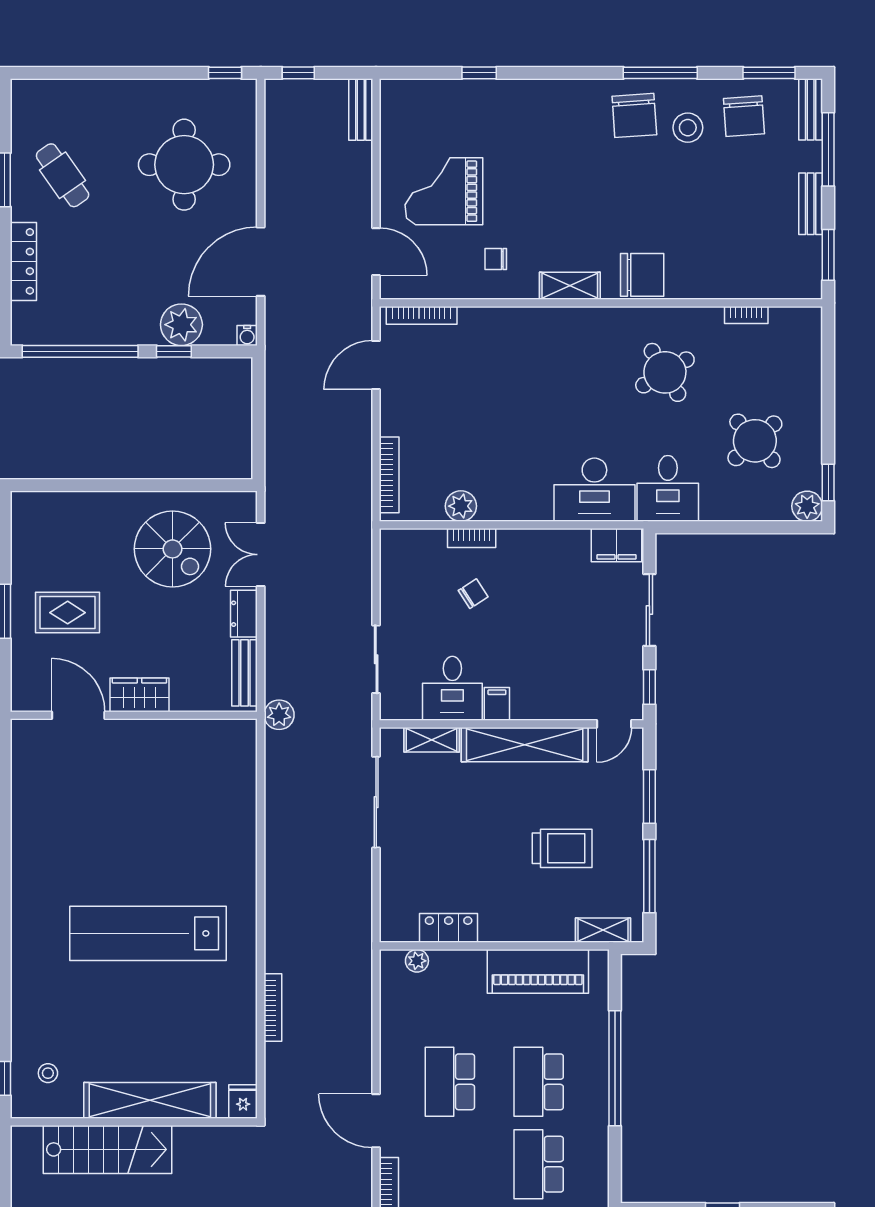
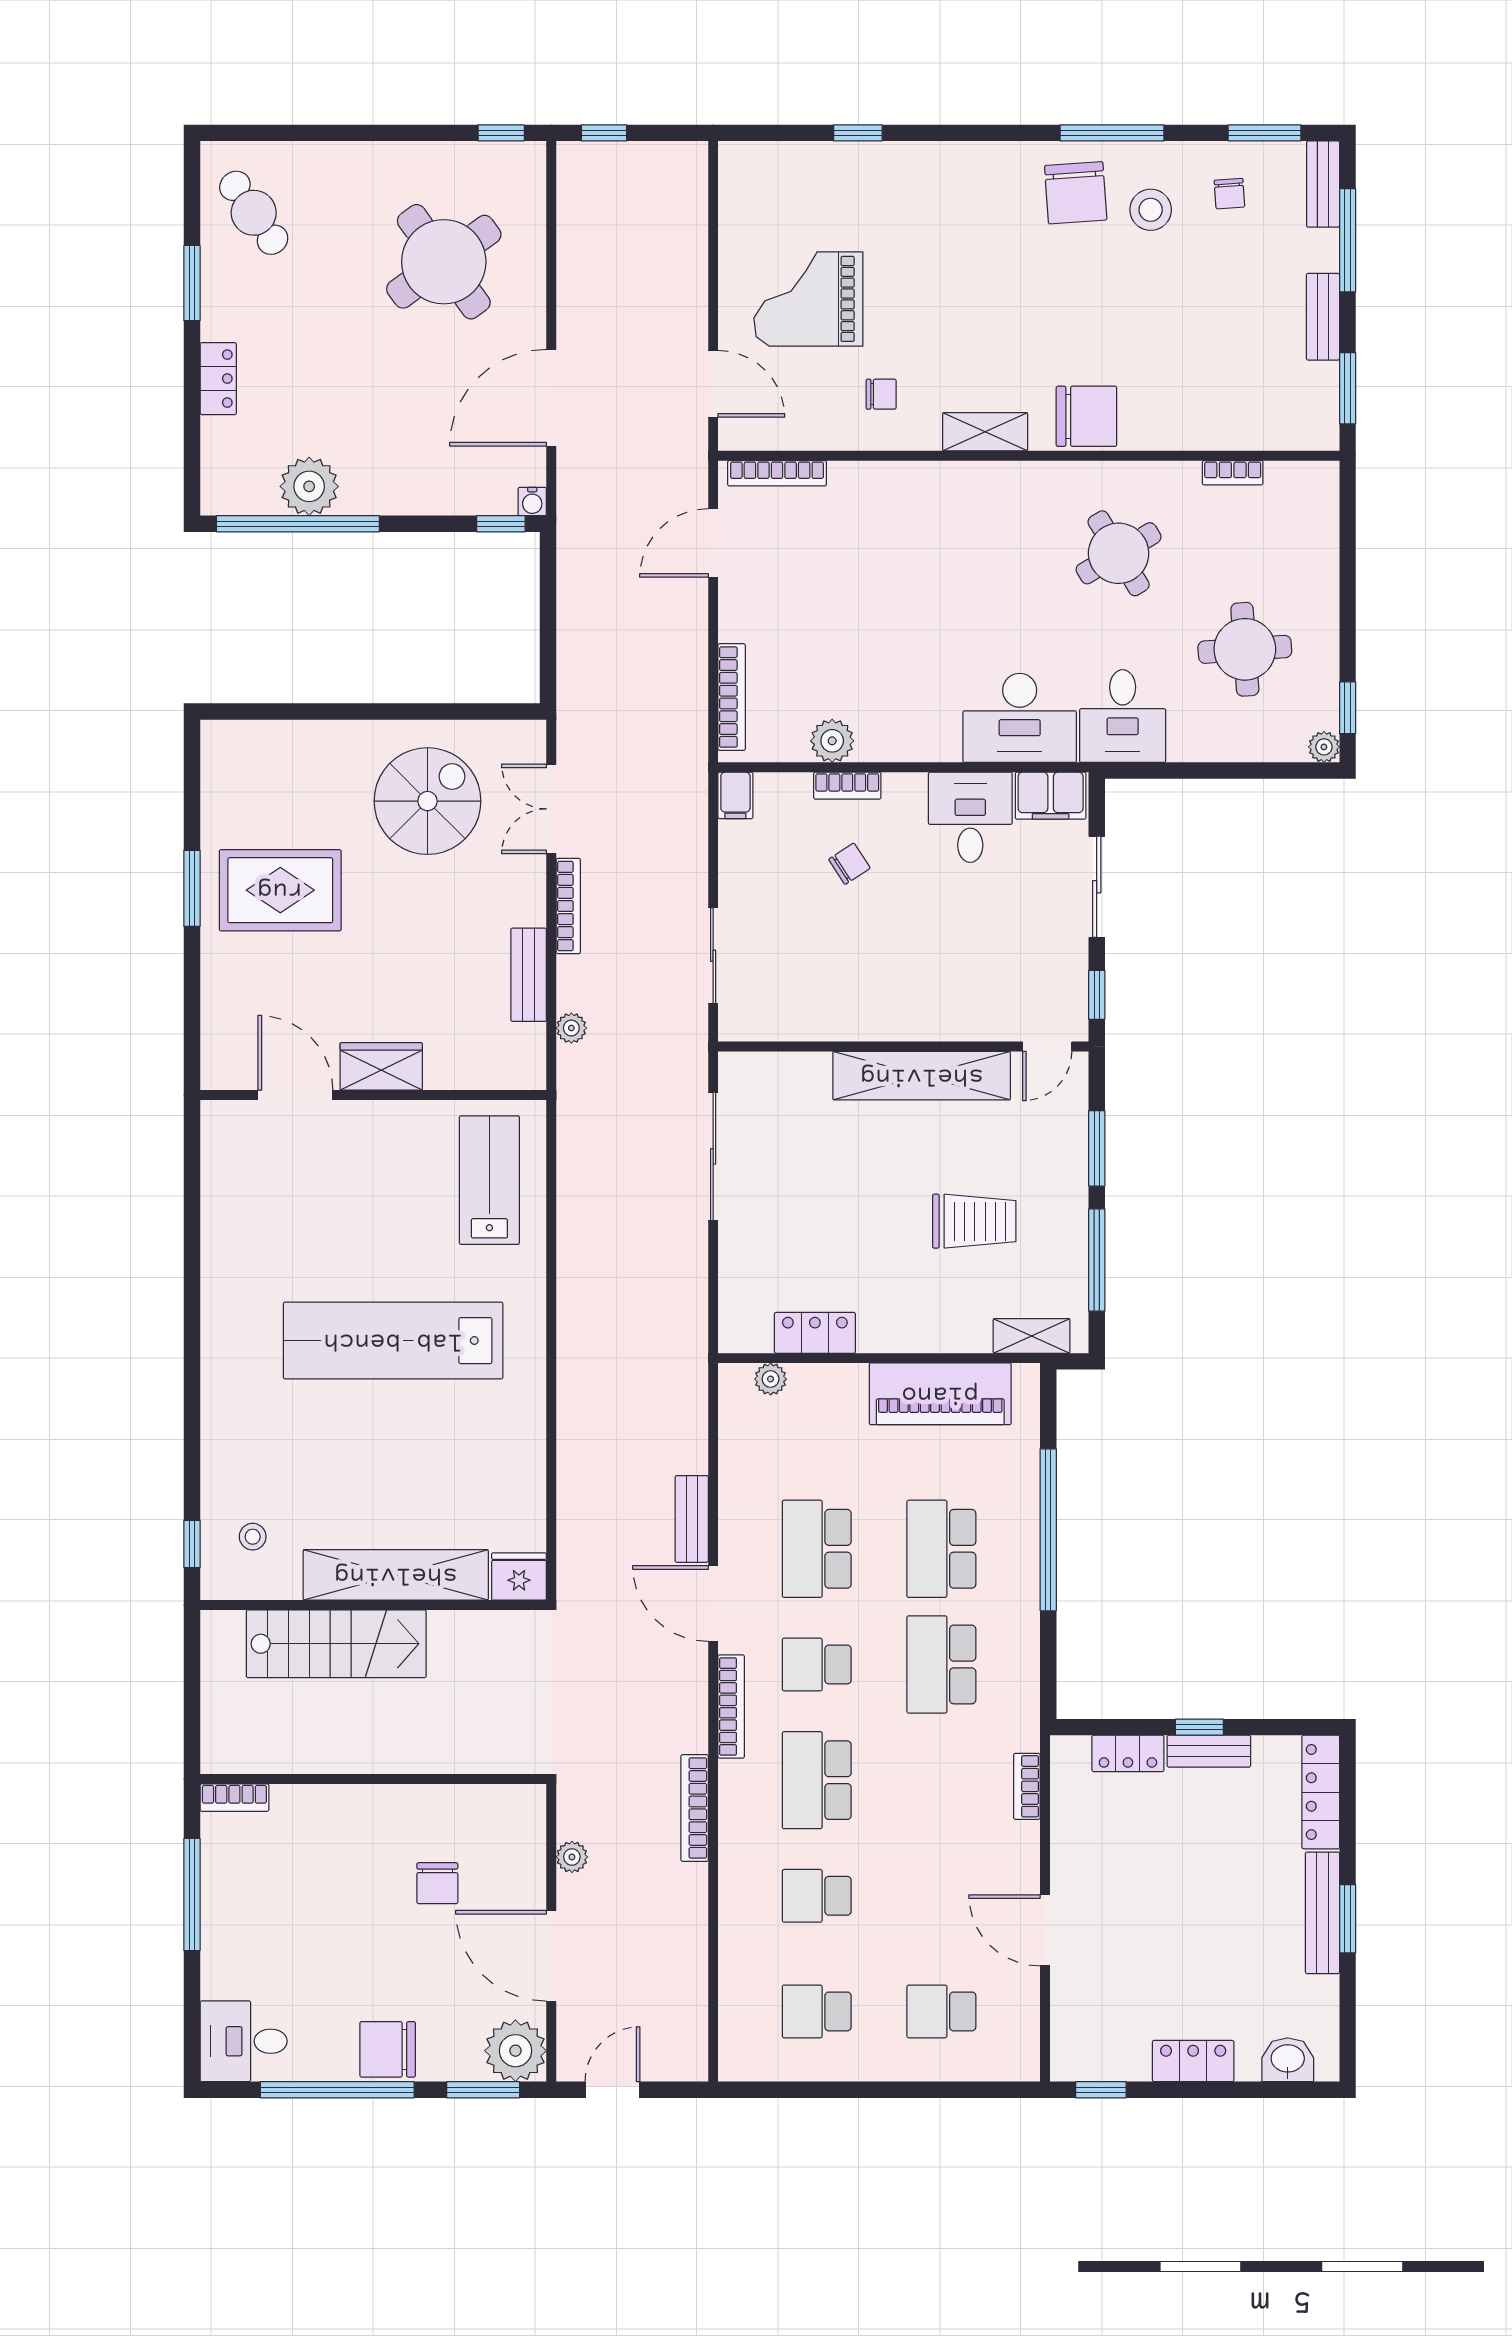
bench: (361, 109) -> (692, 1519), moved
chair: (744, 116) -> (1229, 194), width x0.54, depth x0.54
round table: (184, 165) -> (444, 262), turned -36
cafe table: (63, 175) -> (254, 213), moved
chair: (496, 259) -> (881, 394), turned 180
locker: (23, 261) -> (218, 379), width x0.66
plant: (181, 325) -> (309, 486), moved
window: (174, 351) -> (501, 524), moved
round table: (755, 441) -> (1245, 649), turned 38
plant: (807, 506) -> (1324, 747), width x0.73, depth x0.73
spiral stairs: (172, 549) -> (427, 801), turned -90
rug: (68, 613) -> (280, 890), width x1.36, depth x1.43
dresser: (244, 614) -> (528, 892), removed
desk: (452, 688) -> (970, 817), moved, turned 180
wardrobe: (139, 695) -> (381, 1066), moved
filing cabinet: (497, 704) -> (735, 795), moved, turned 180
door: (78, 715) -> (295, 1095), moved
wall: (134, 715) -> (373, 1095), moved
plant: (279, 715) -> (571, 1028), width x0.73, depth x0.73
shelving: (432, 740) -> (791, 1069), removed
lab bench: (217, 819) -> (489, 1180), added
bookcase: (273, 1008) -> (568, 906), moved
fridge: (243, 1102) -> (519, 1576), width x1.38
school desk: (450, 1164) -> (817, 1664), added

